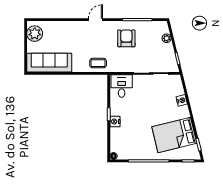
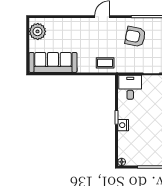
armchair: (126, 38) -> (135, 37), turned -79

